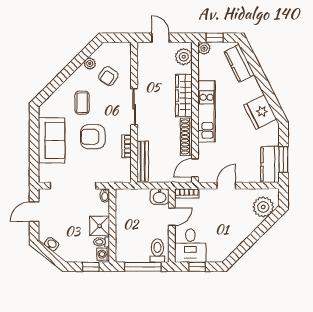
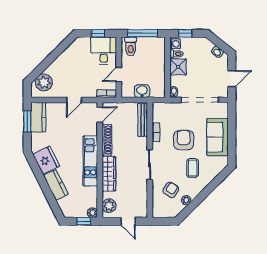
kitchen counter: (239, 63) -> (56, 185), moved
armchair: (93, 137) -> (184, 140), turned -90
washbasin: (160, 196) -> (142, 91), moved

